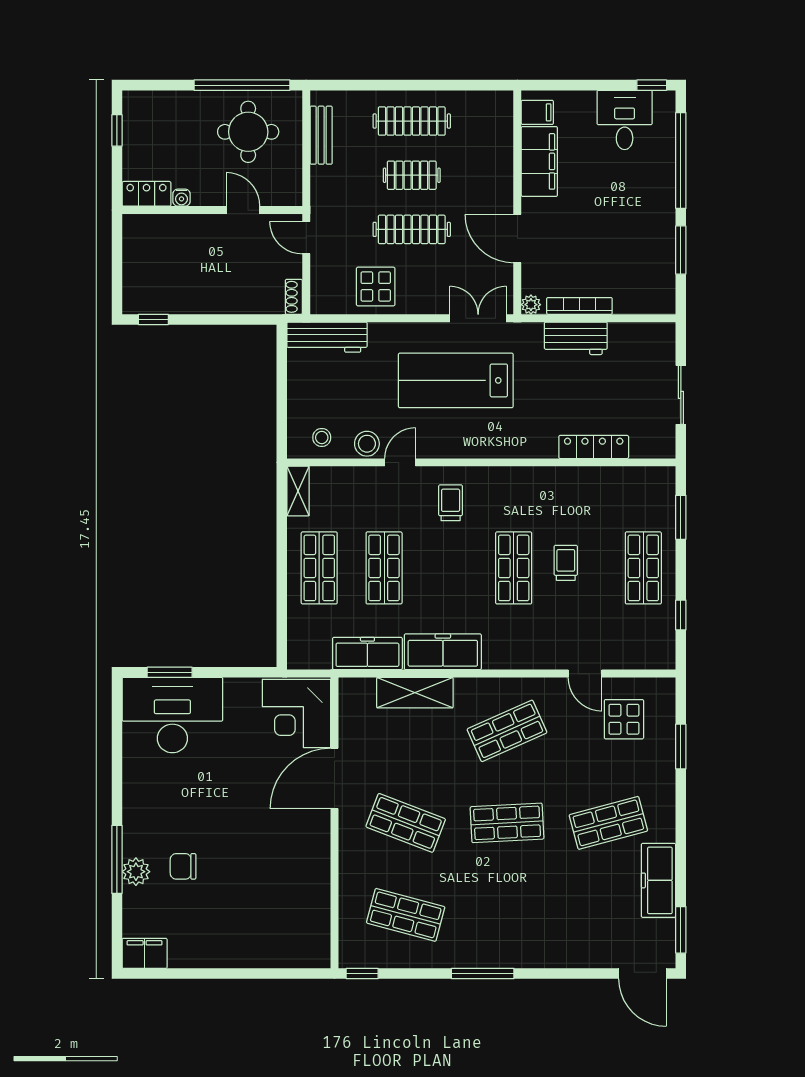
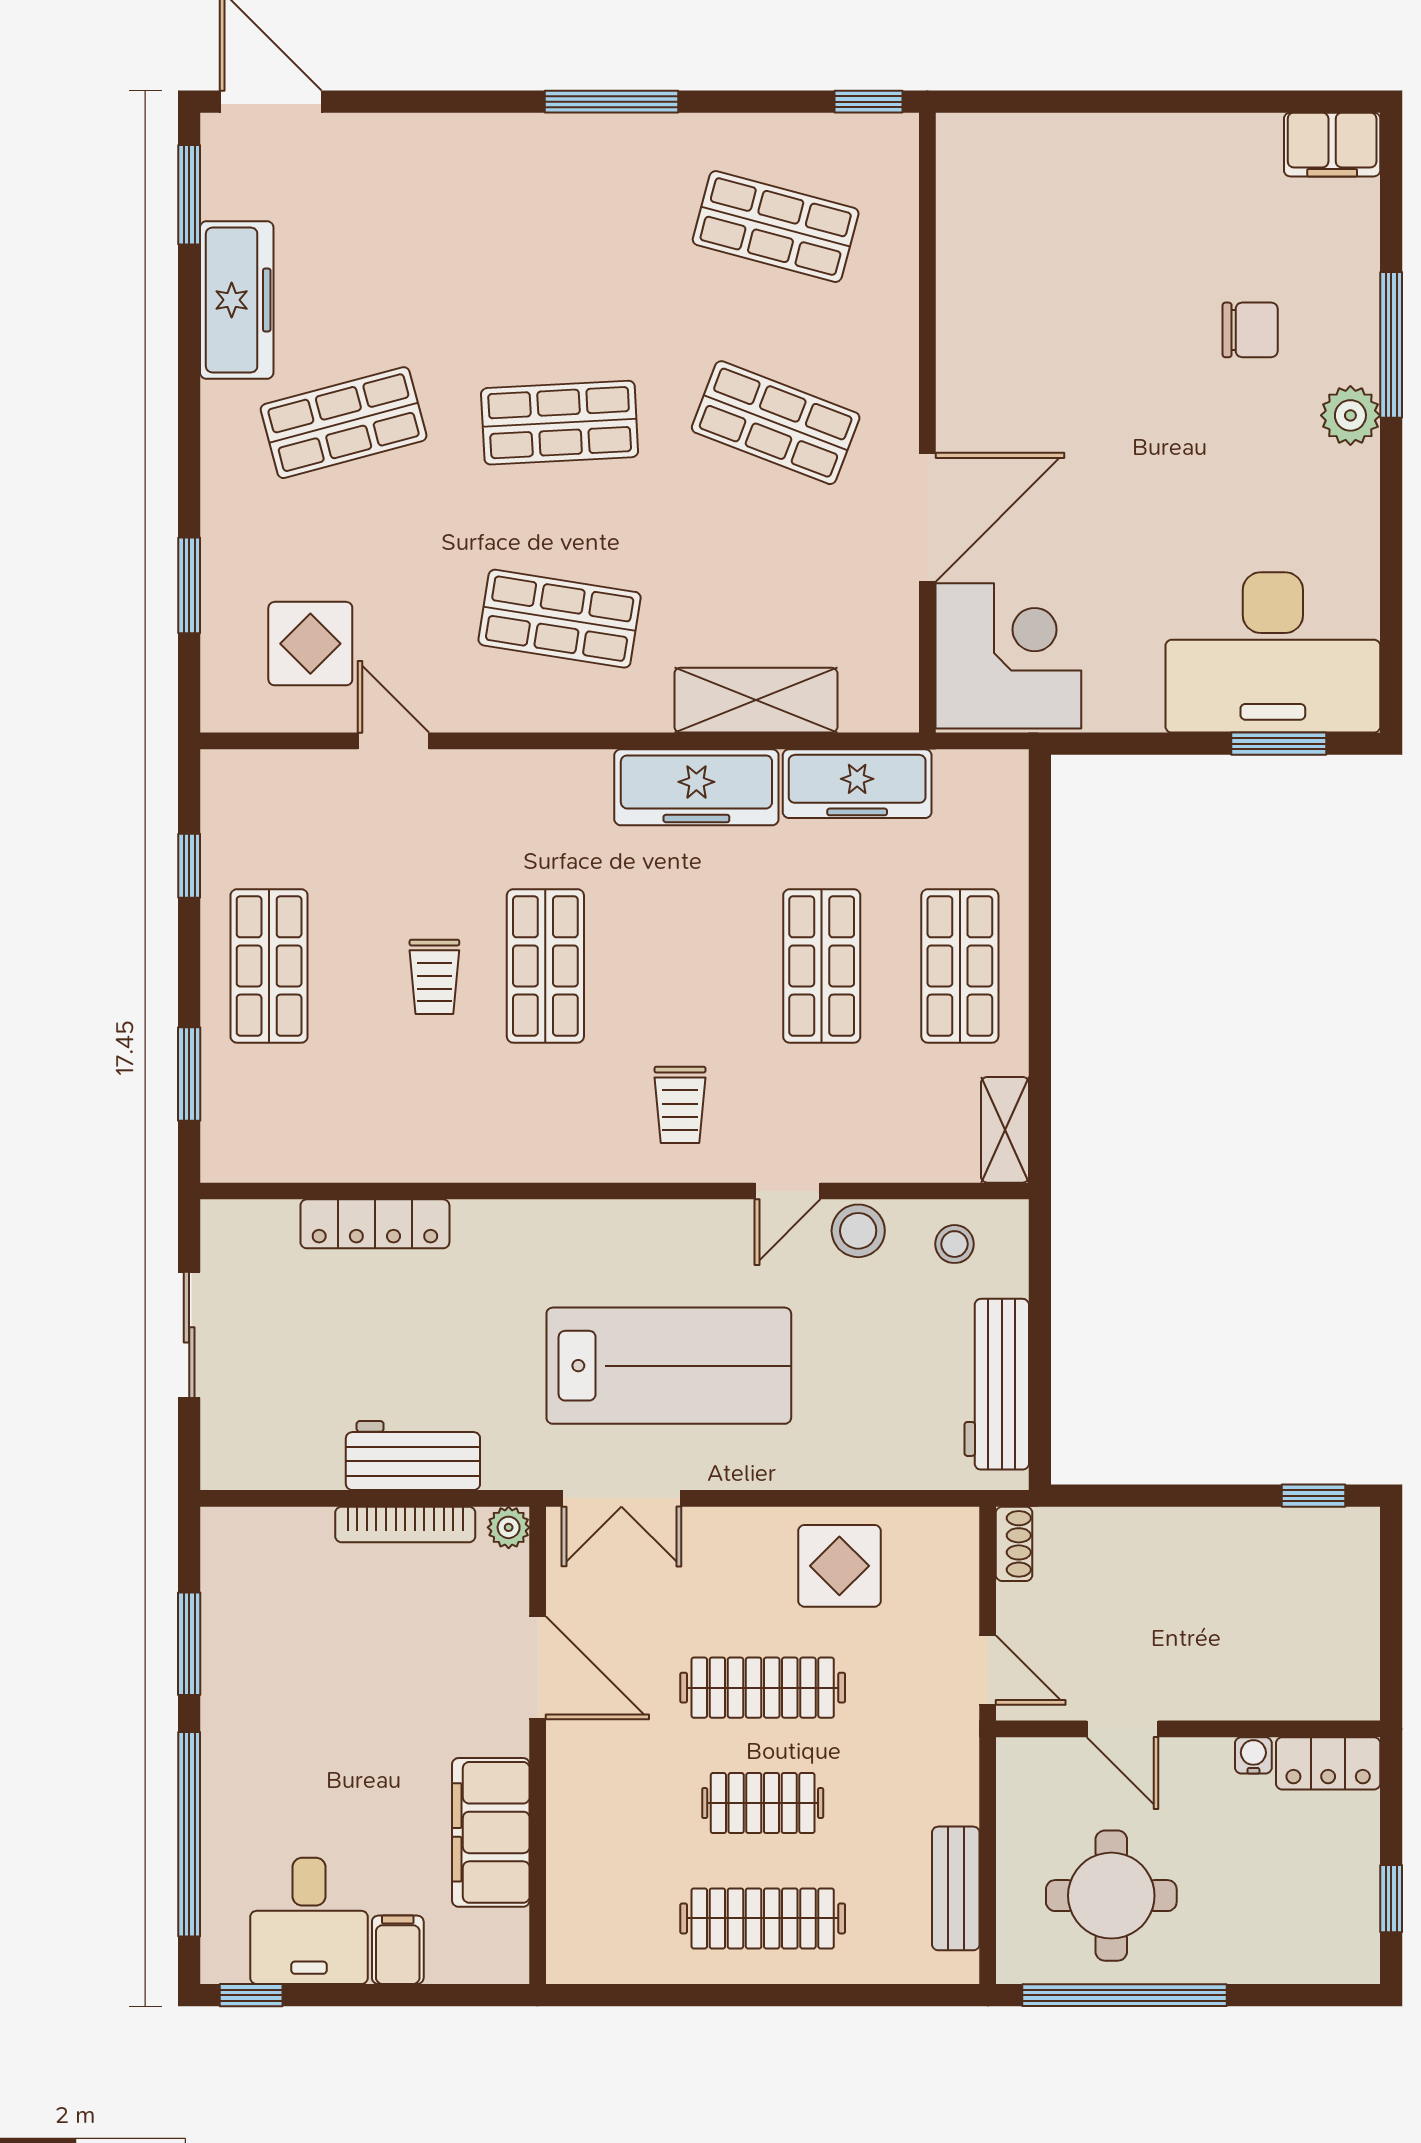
filing cabinet: (537, 112) -> (398, 1950), moved, turned 90
workbench: (327, 337) -> (997, 1384), moved, turned -90
shop shelf: (507, 731) -> (560, 619), turned 33
plant: (136, 872) -> (1350, 415), moved

